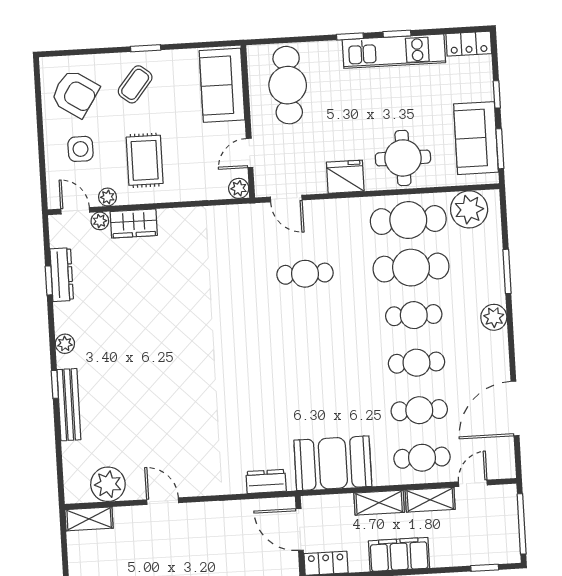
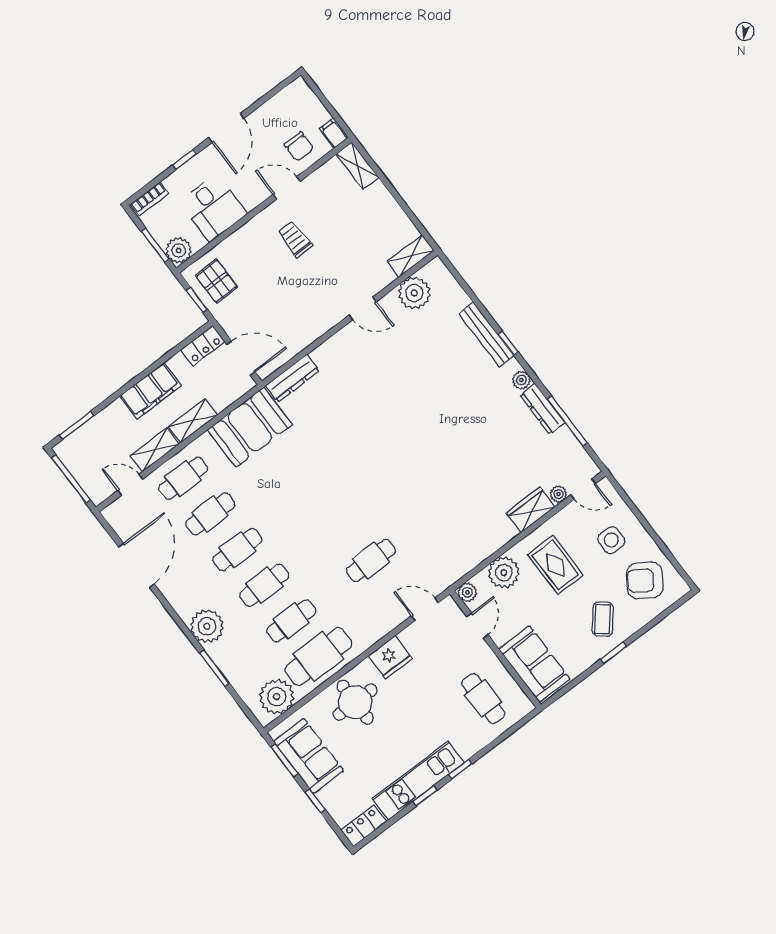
cafe table: (288, 85) -> (483, 699), width x0.73, depth x0.74
plant: (107, 197) -> (504, 573), moved, width x1.88, depth x1.88
cafe table: (411, 268) -> (291, 621), width x0.73, depth x0.74
dresser: (62, 275) -> (542, 409), moved
window: (49, 280) -> (567, 421), width x2.17
plant: (494, 317) -> (207, 626), width x1.36, depth x1.36
dresser: (266, 481) -> (292, 378), width x1.44
door: (473, 483) -> (130, 485), swing flipped
window: (485, 568) -> (77, 425), width x1.50

